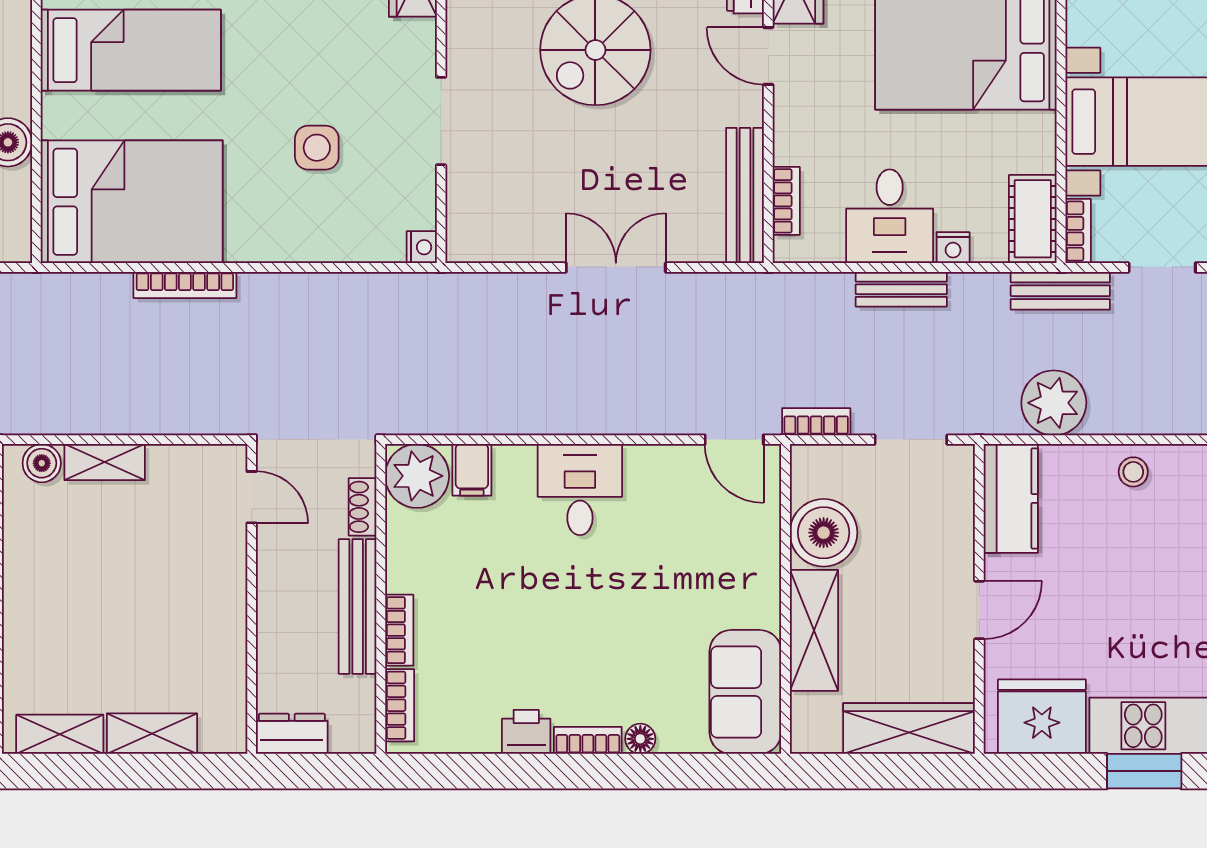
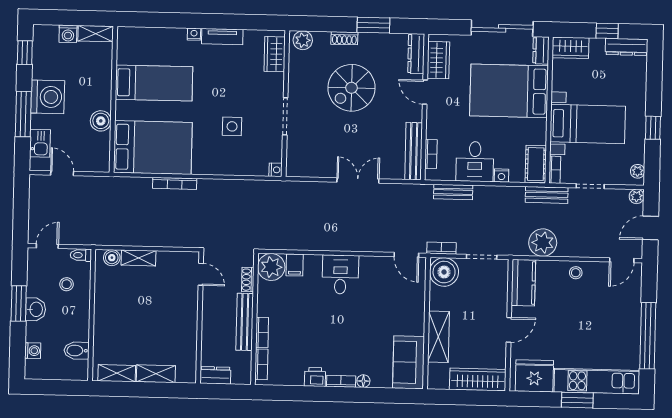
bench: (901, 289) -> (453, 192), moved
boiler: (824, 533) -> (444, 272), moved

